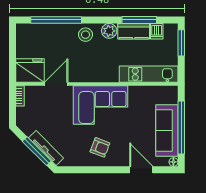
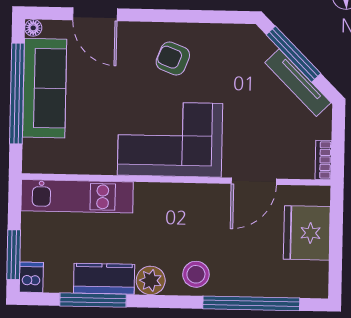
dishwasher: (157, 31) -> (31, 277), moved
fridge: (30, 70) -> (307, 233), moved, turned 90
tv unit: (46, 148) -> (298, 83), moved

